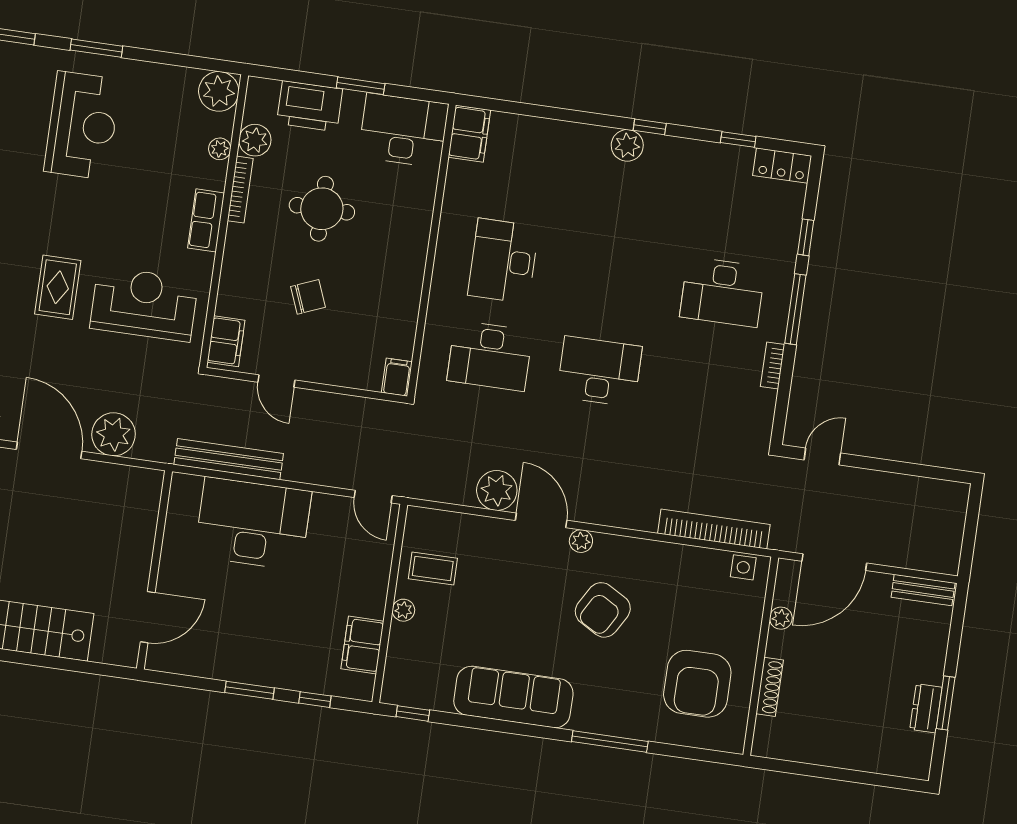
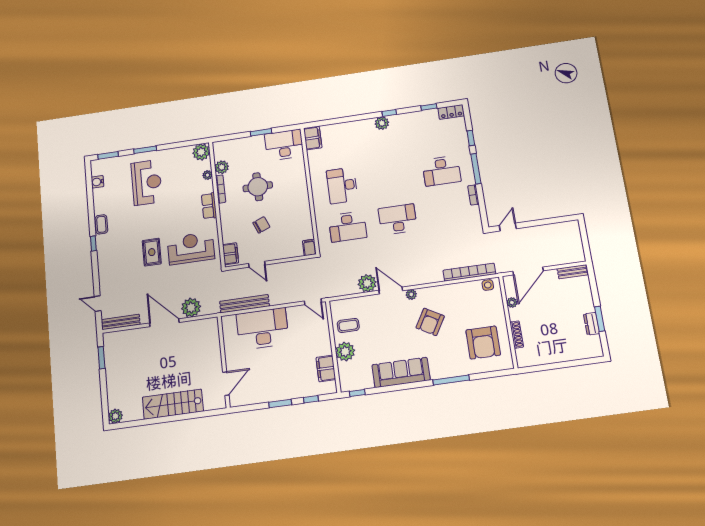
printer: (310, 106) -> (241, 147), removed
plant: (403, 610) -> (345, 351), width x1.87, depth x1.87

